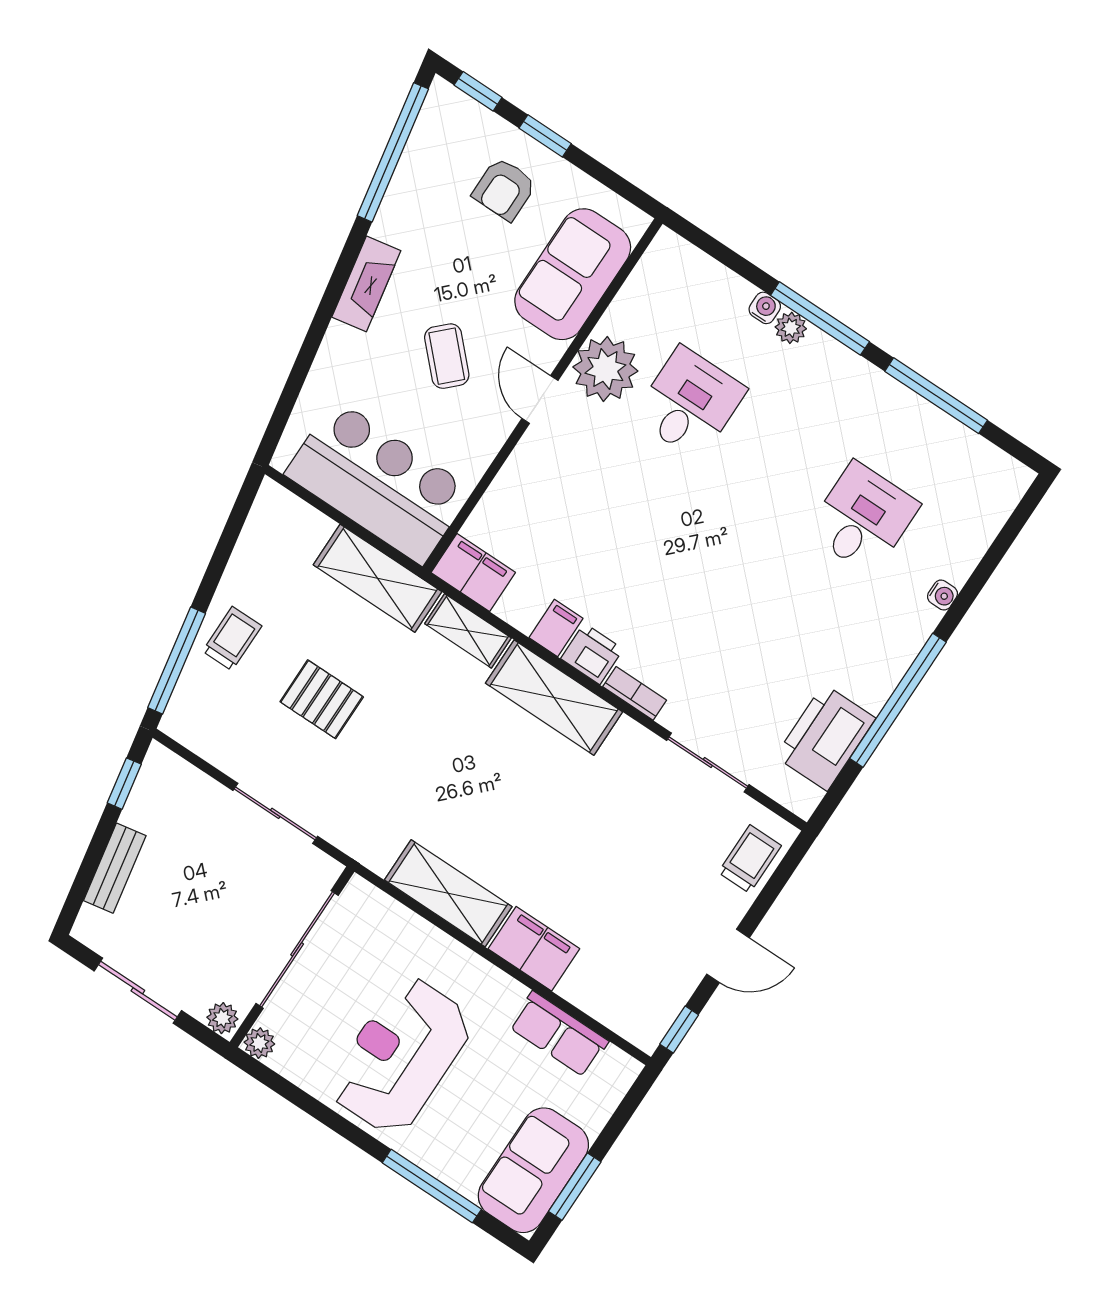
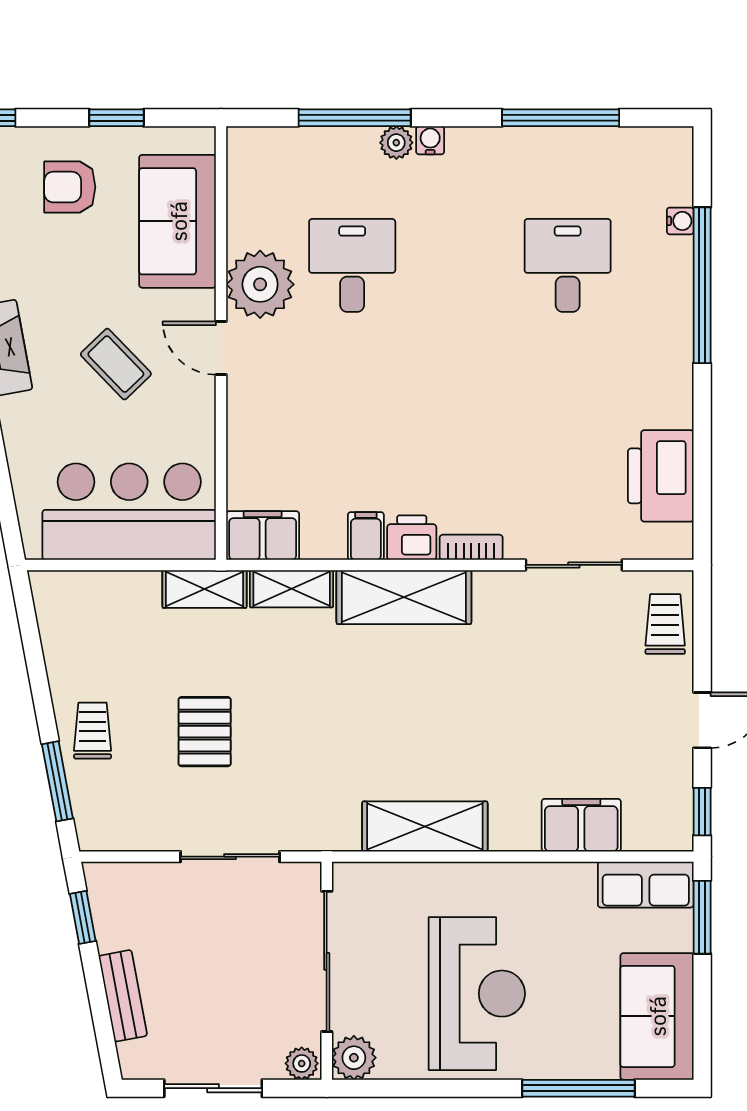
window: (545, 136) -> (116, 118), moved
armchair: (504, 189) -> (70, 187), turned 90
water cooler: (765, 308) -> (430, 140), moved
window: (820, 318) -> (355, 118), moved
shelving: (378, 578) -> (204, 589), width x0.67, depth x0.75
water cooler: (942, 595) -> (680, 221), moved
window: (177, 661) -> (57, 781), width x0.69
pallet: (322, 699) -> (205, 732), turned 90
window: (898, 700) -> (702, 285), moved
filing cabinet: (534, 949) -> (581, 825), moved
row of seats: (559, 1034) -> (646, 885), moved
plant: (259, 1043) -> (354, 1058), width x1.38, depth x1.38
reception desk: (401, 1056) -> (477, 994), turned 180
window: (575, 1187) -> (702, 917), moved

